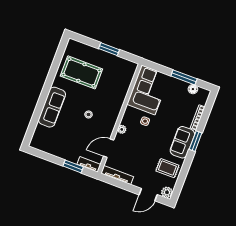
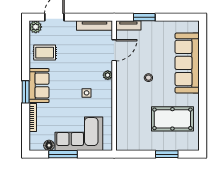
window: (109, 49) -> (167, 154), moved
corner sofa: (148, 90) -> (79, 134), moved, turned 90
sofa: (52, 107) -> (187, 63), width x1.36, depth x1.27

